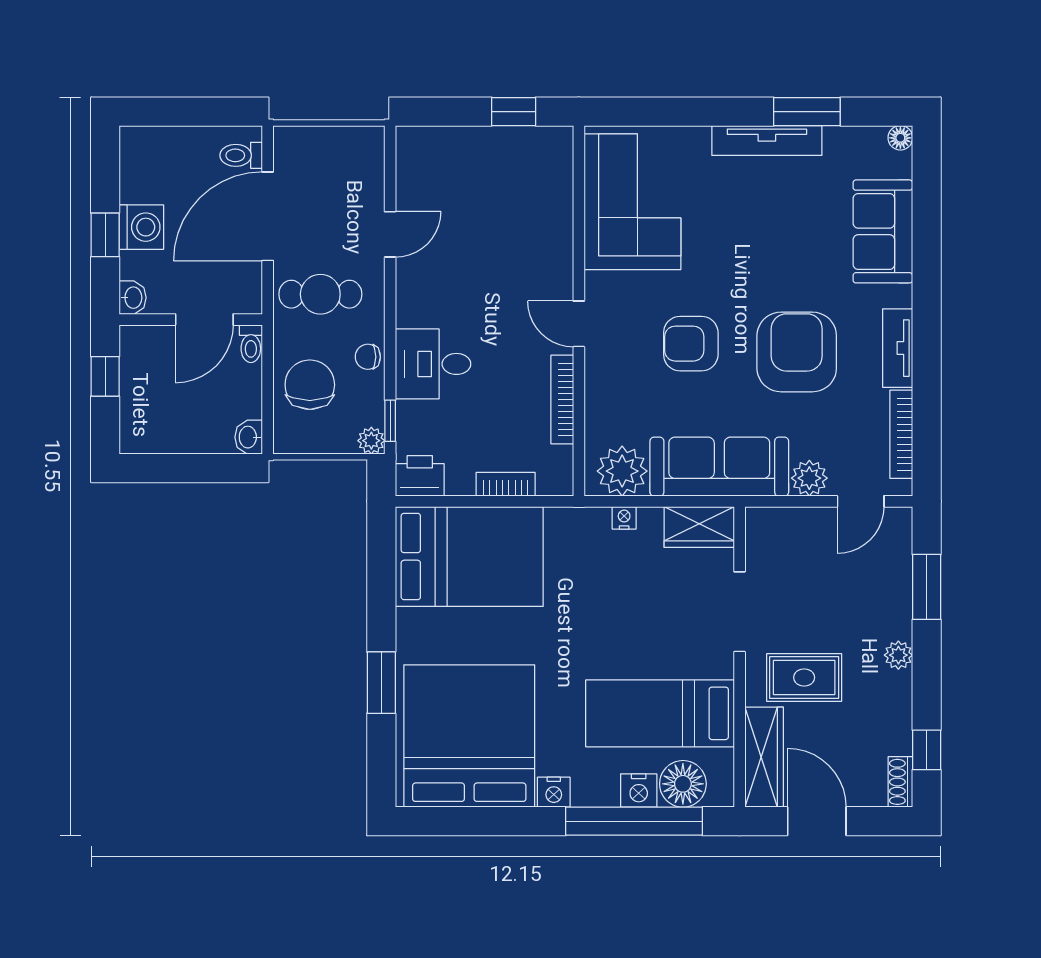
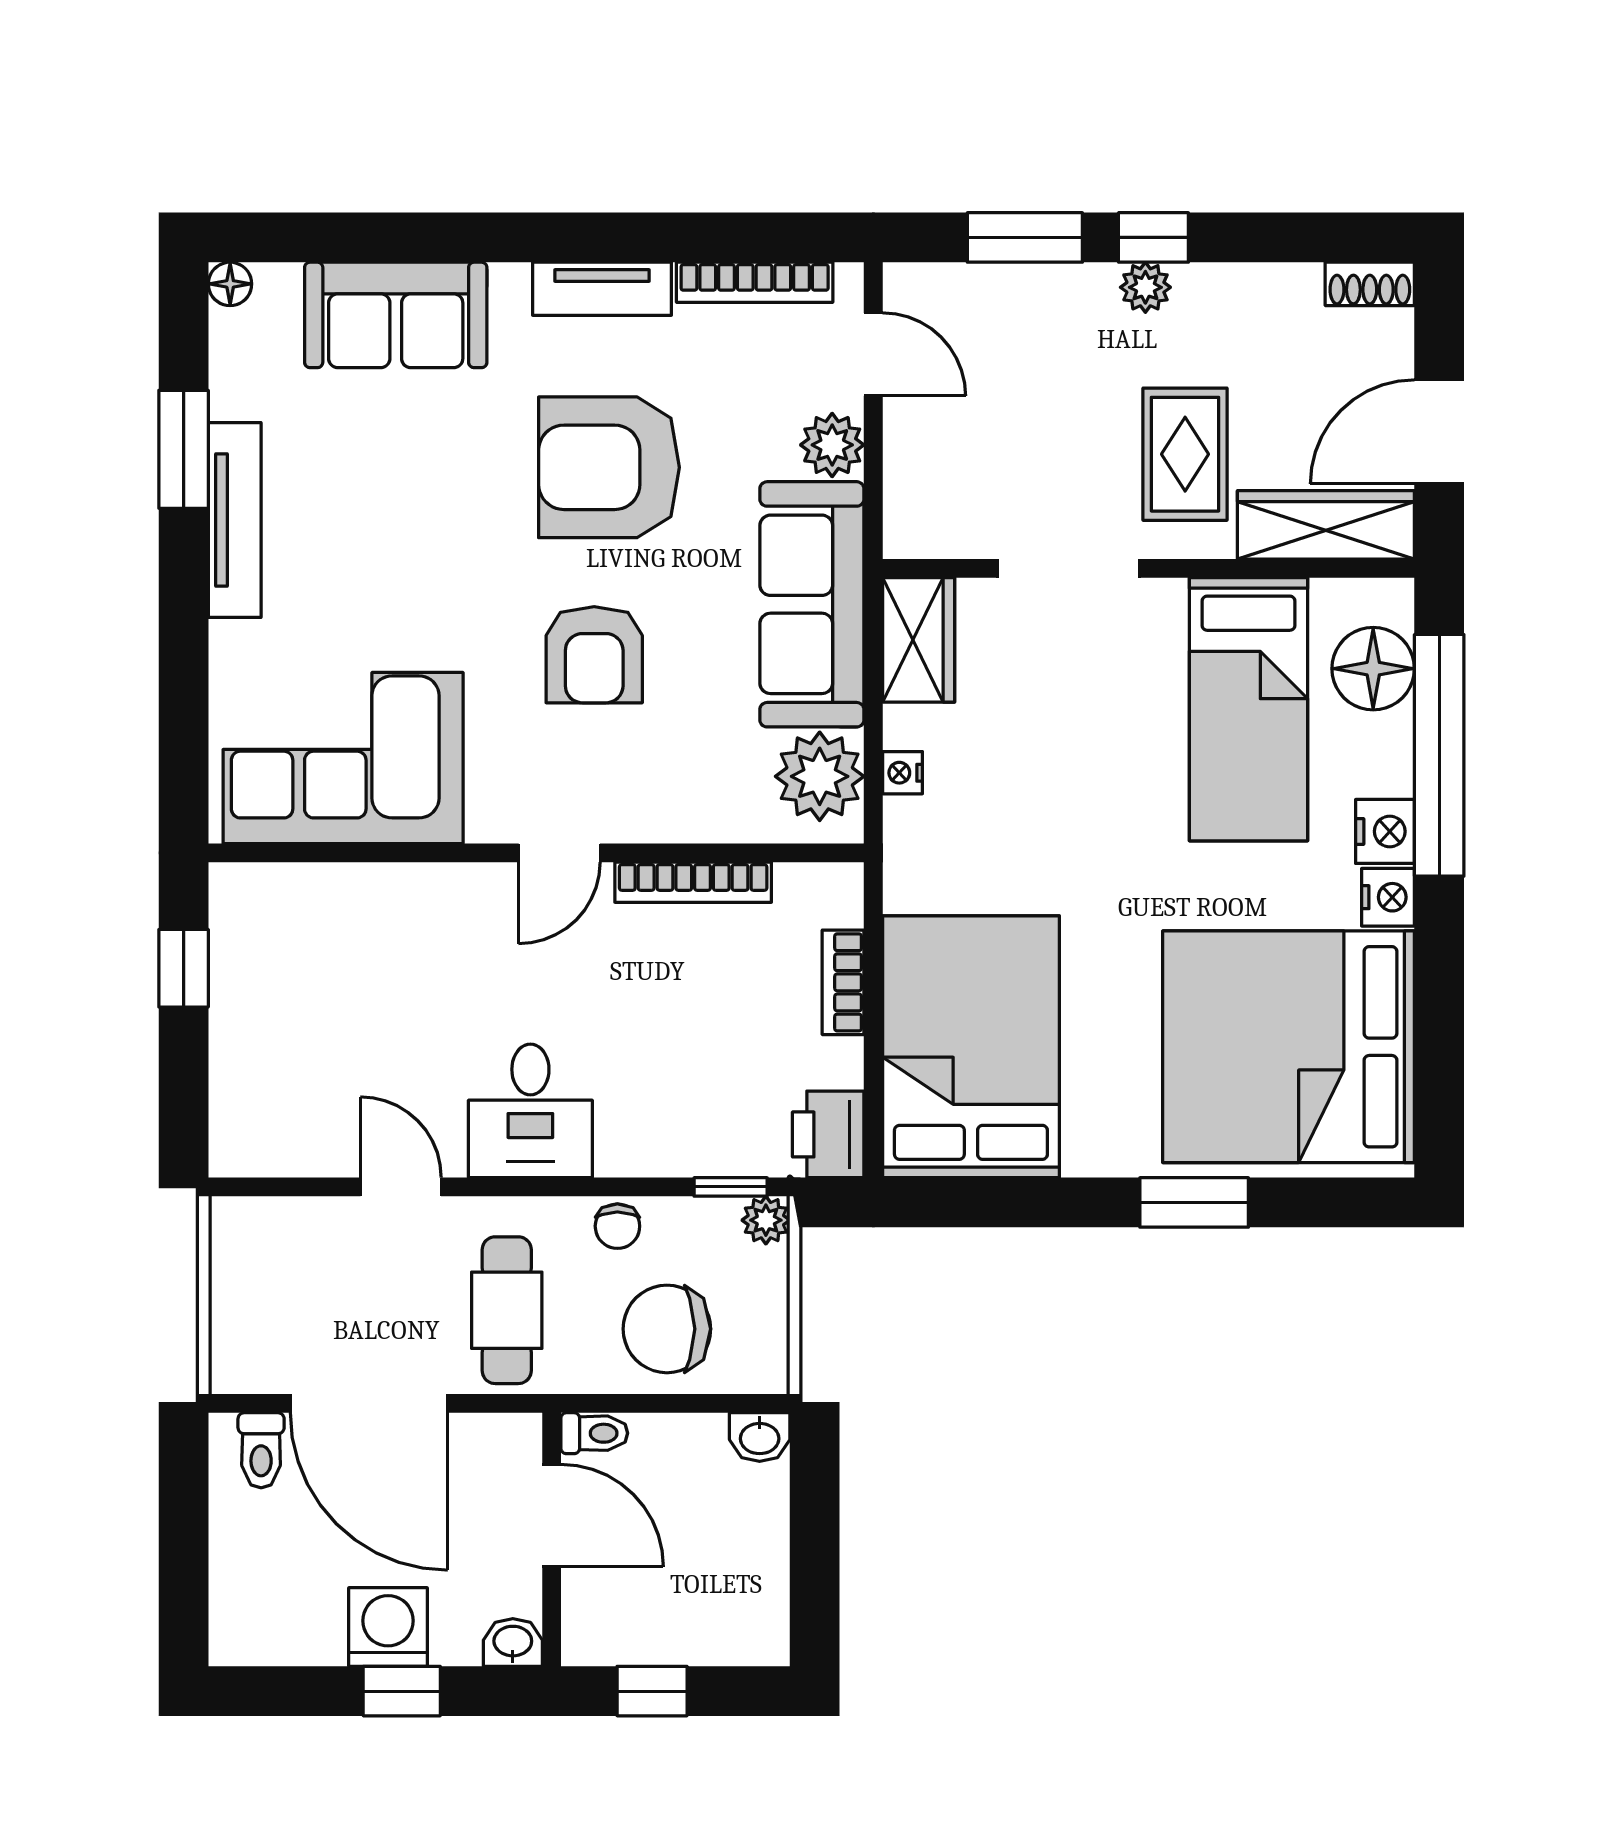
desk: (433, 364) -> (530, 1111), moved
window: (927, 750) -> (1153, 237), moved
nightstand: (639, 791) -> (1385, 831), moved

